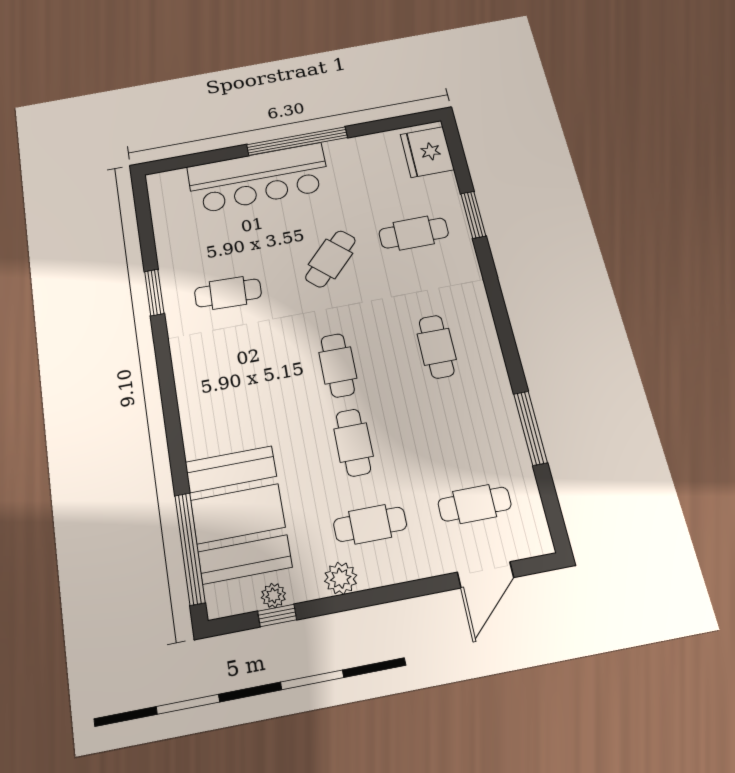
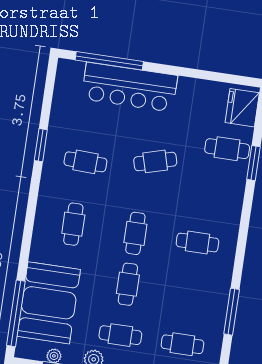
window: (297, 141) -> (109, 61), moved
cafe table: (414, 233) -> (227, 149), moved
cafe table: (330, 259) -> (155, 161), turned 31
cafe table: (437, 347) -> (197, 243), turned 90
cafe table: (238, 384) -> (73, 224), added

